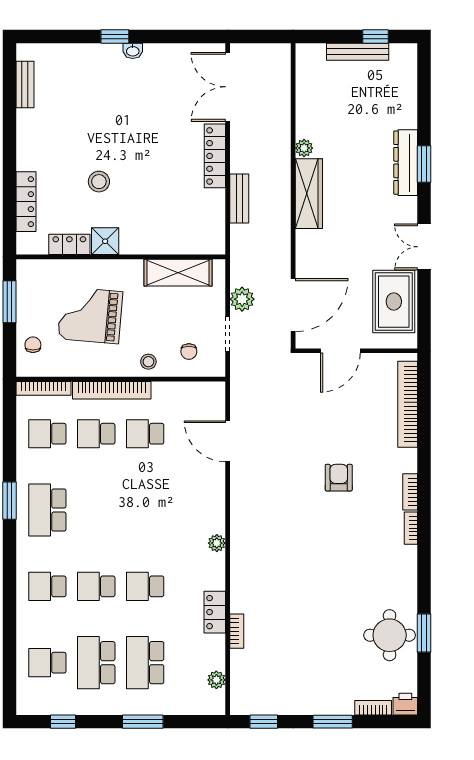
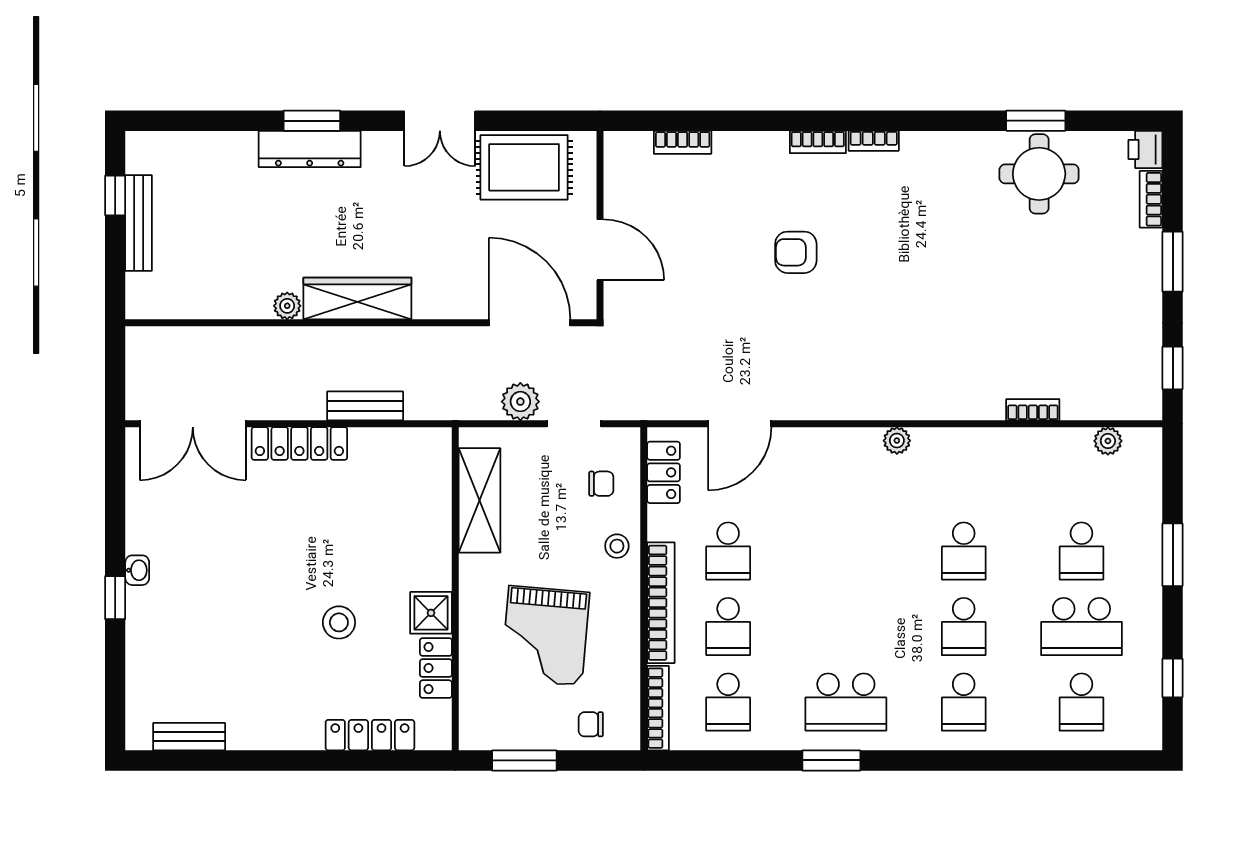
bookcase: (408, 404) -> (683, 142), width x0.43, depth x0.76
locker: (215, 612) -> (664, 472), moved, turned -90
school desk: (145, 663) -> (1081, 551), width x0.54

